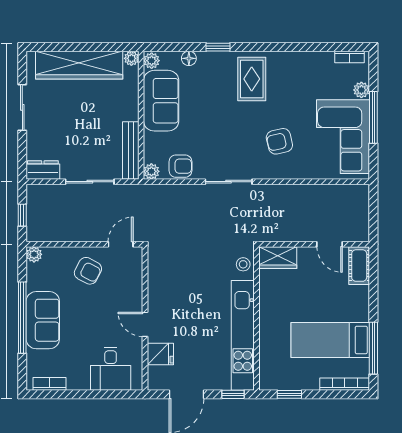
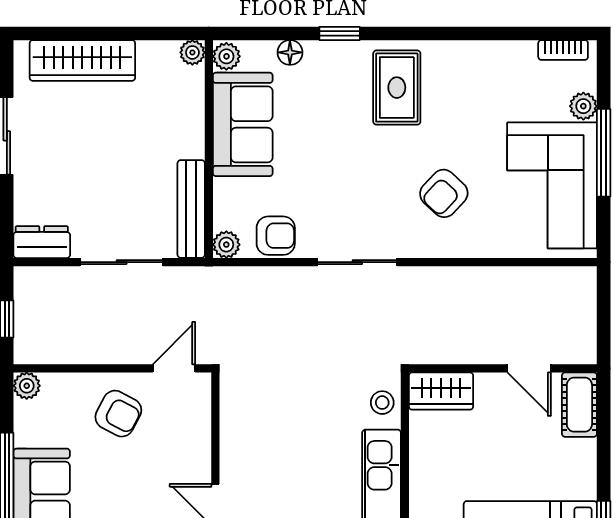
wardrobe: (79, 65) -> (82, 60), width x0.71, depth x0.85
armchair: (279, 141) -> (444, 193), turned -34

